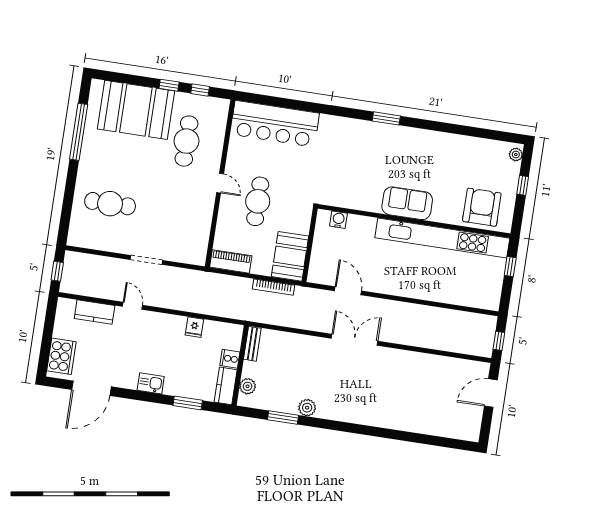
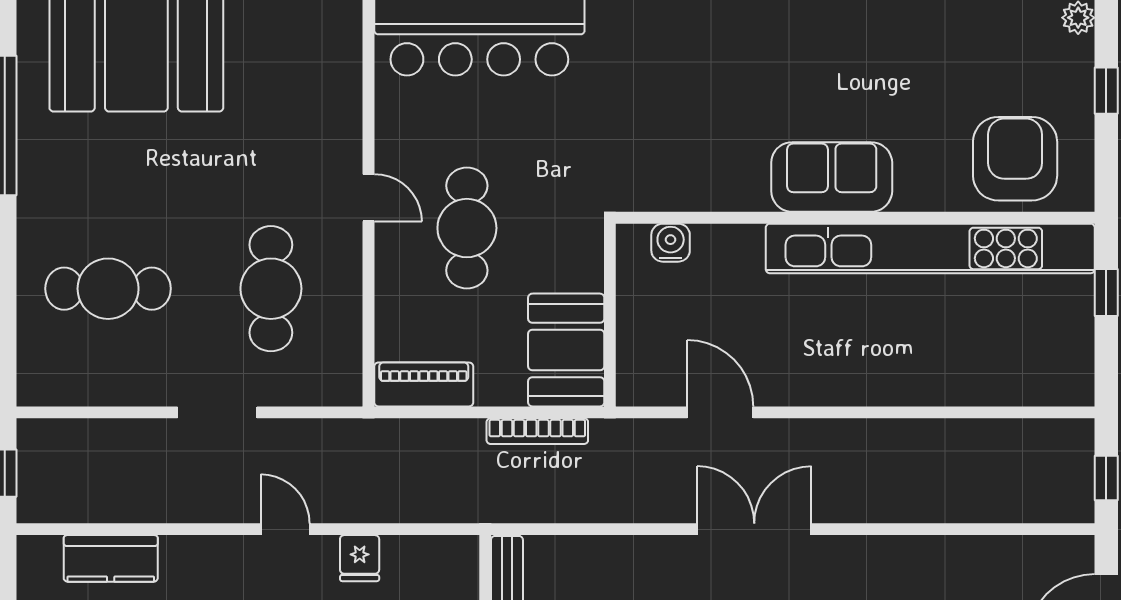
cafe table: (186, 141) -> (271, 289), moved
door: (133, 306) -> (285, 529), moved

